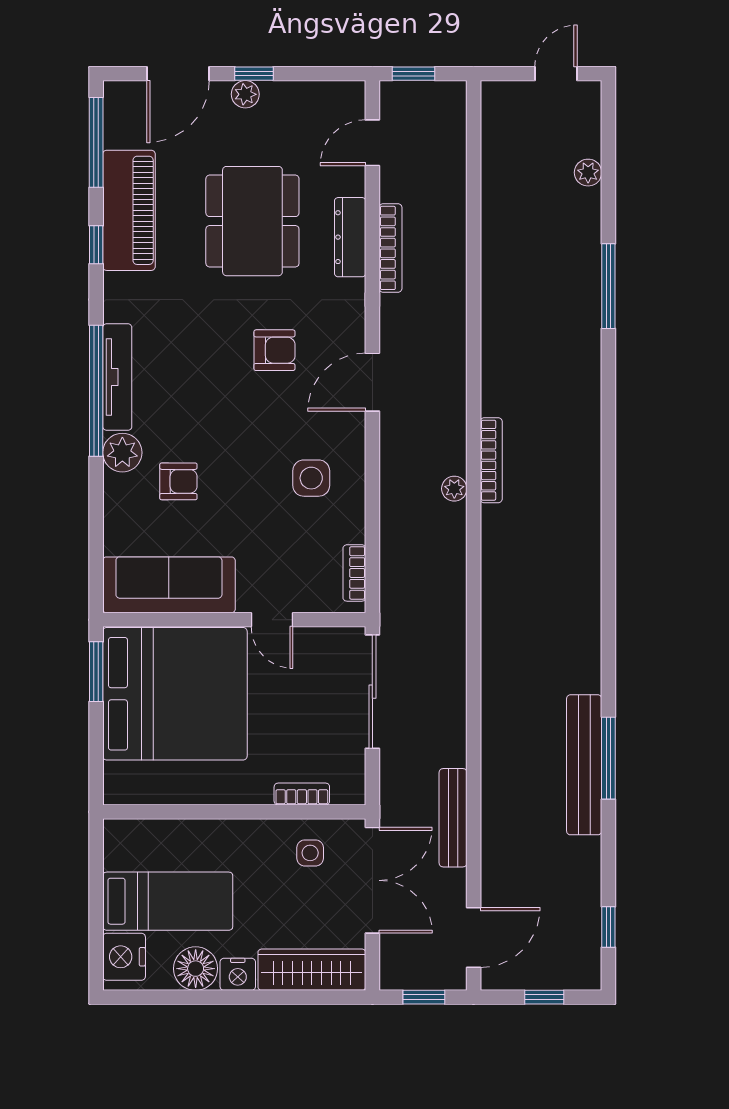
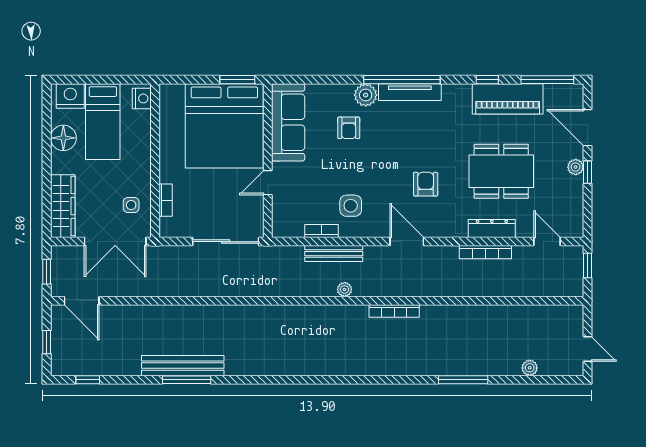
armchair: (274, 350) -> (426, 184), turned 180
bookcase: (491, 460) -> (394, 311), moved
bookcase: (354, 573) -> (321, 231), moved
bench: (453, 818) -> (334, 254), moved
nightstand: (238, 974) -> (142, 98), moved, turned 180

